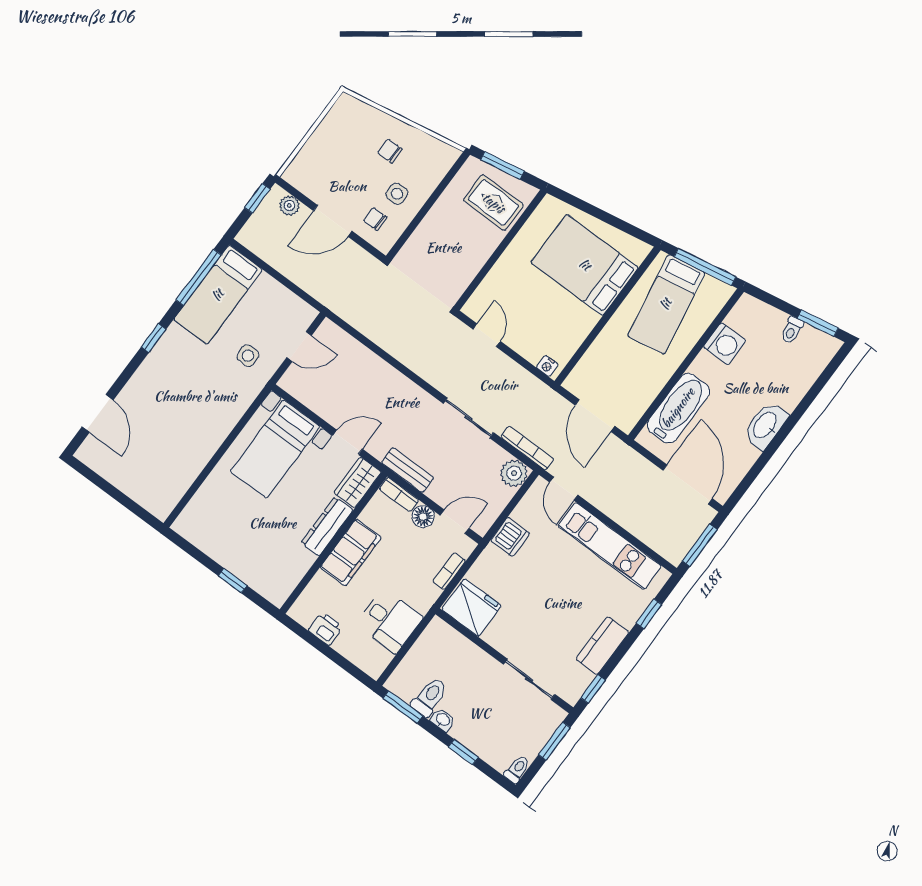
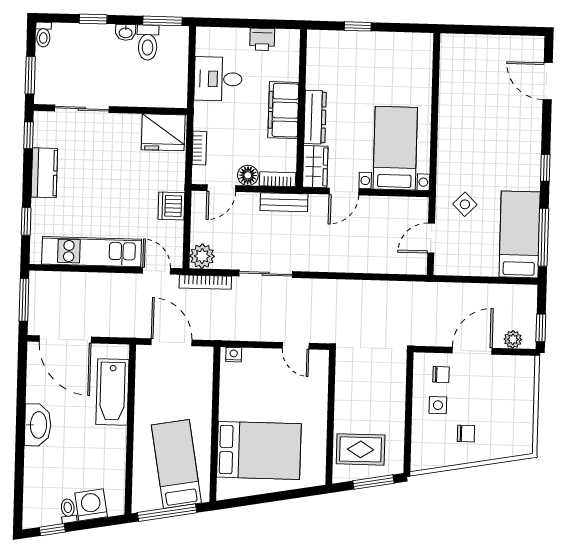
window: (818, 323) -> (52, 530), width x0.67
washing machine: (725, 344) -> (91, 505), moved, turned 80
side table: (248, 356) -> (465, 204), turned 45

